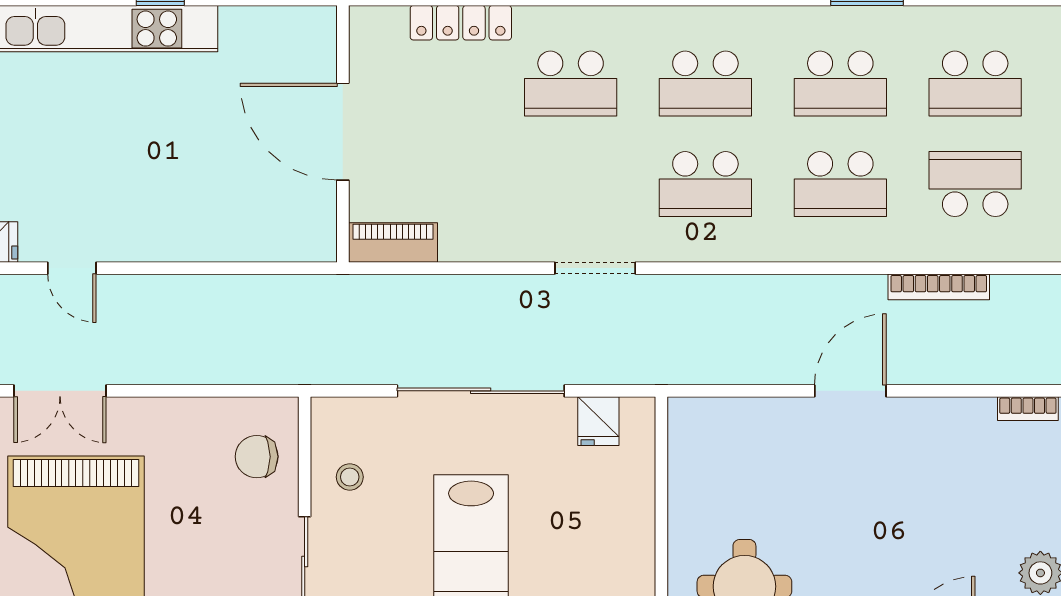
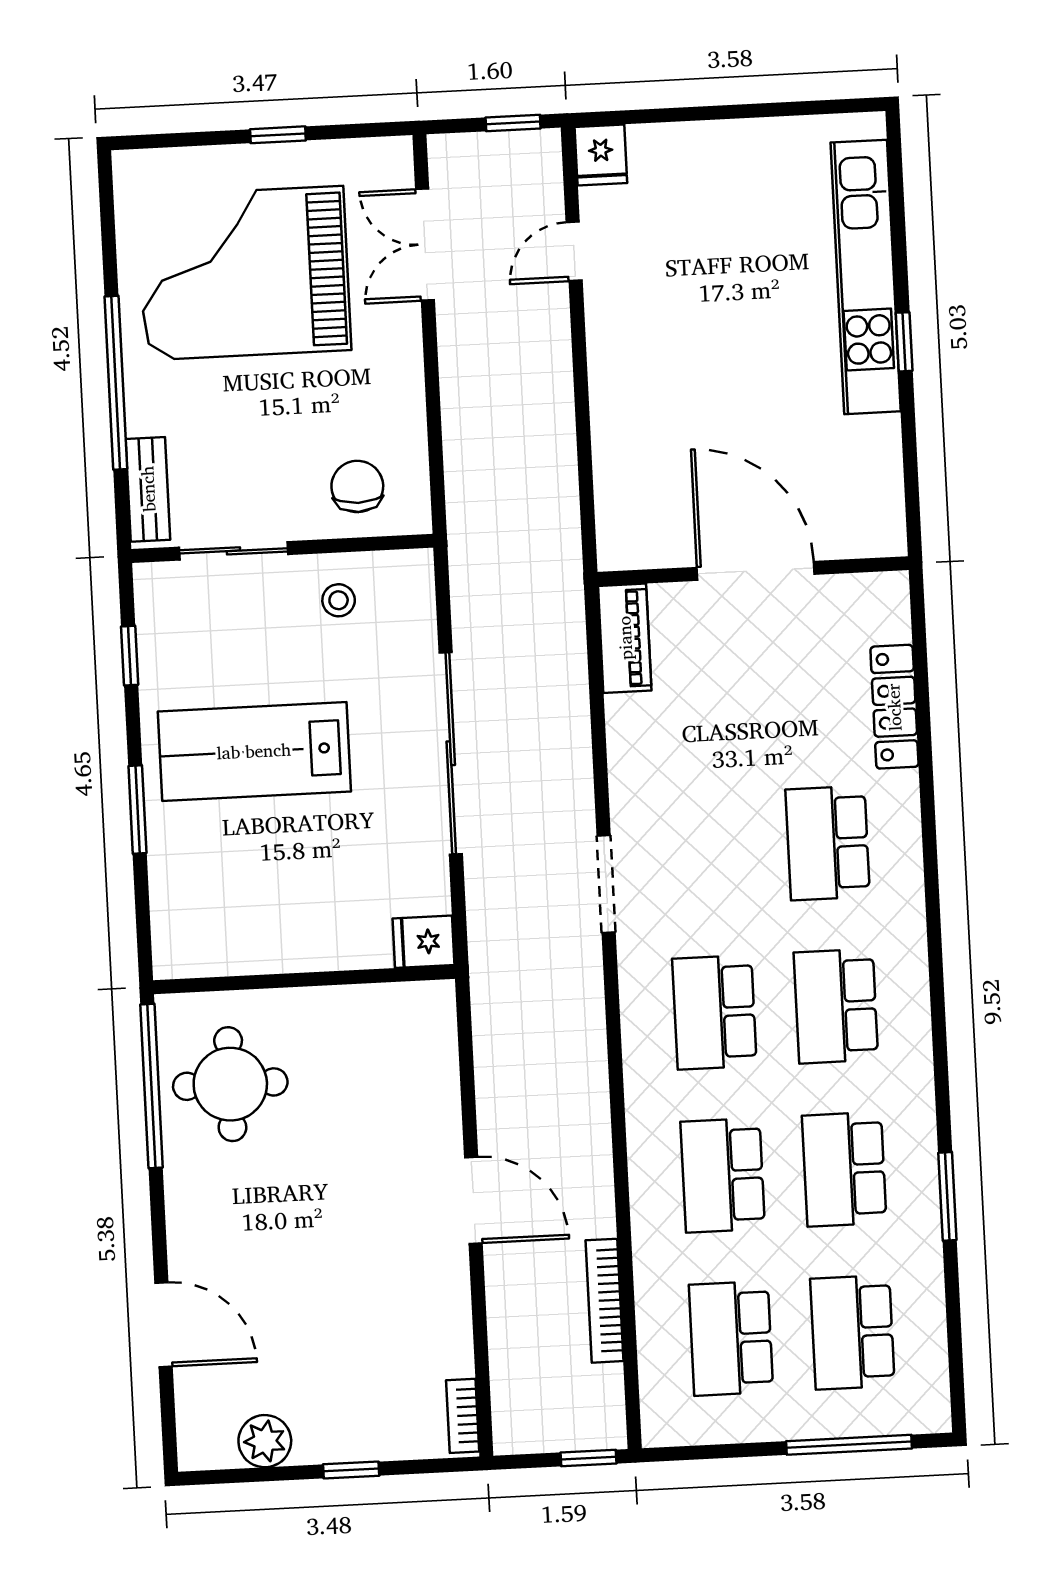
door: (343, 132) -> (756, 571), hinge flipped
school desk: (975, 184) -> (731, 1338), turned 180
fridge: (598, 421) -> (424, 942), moved

